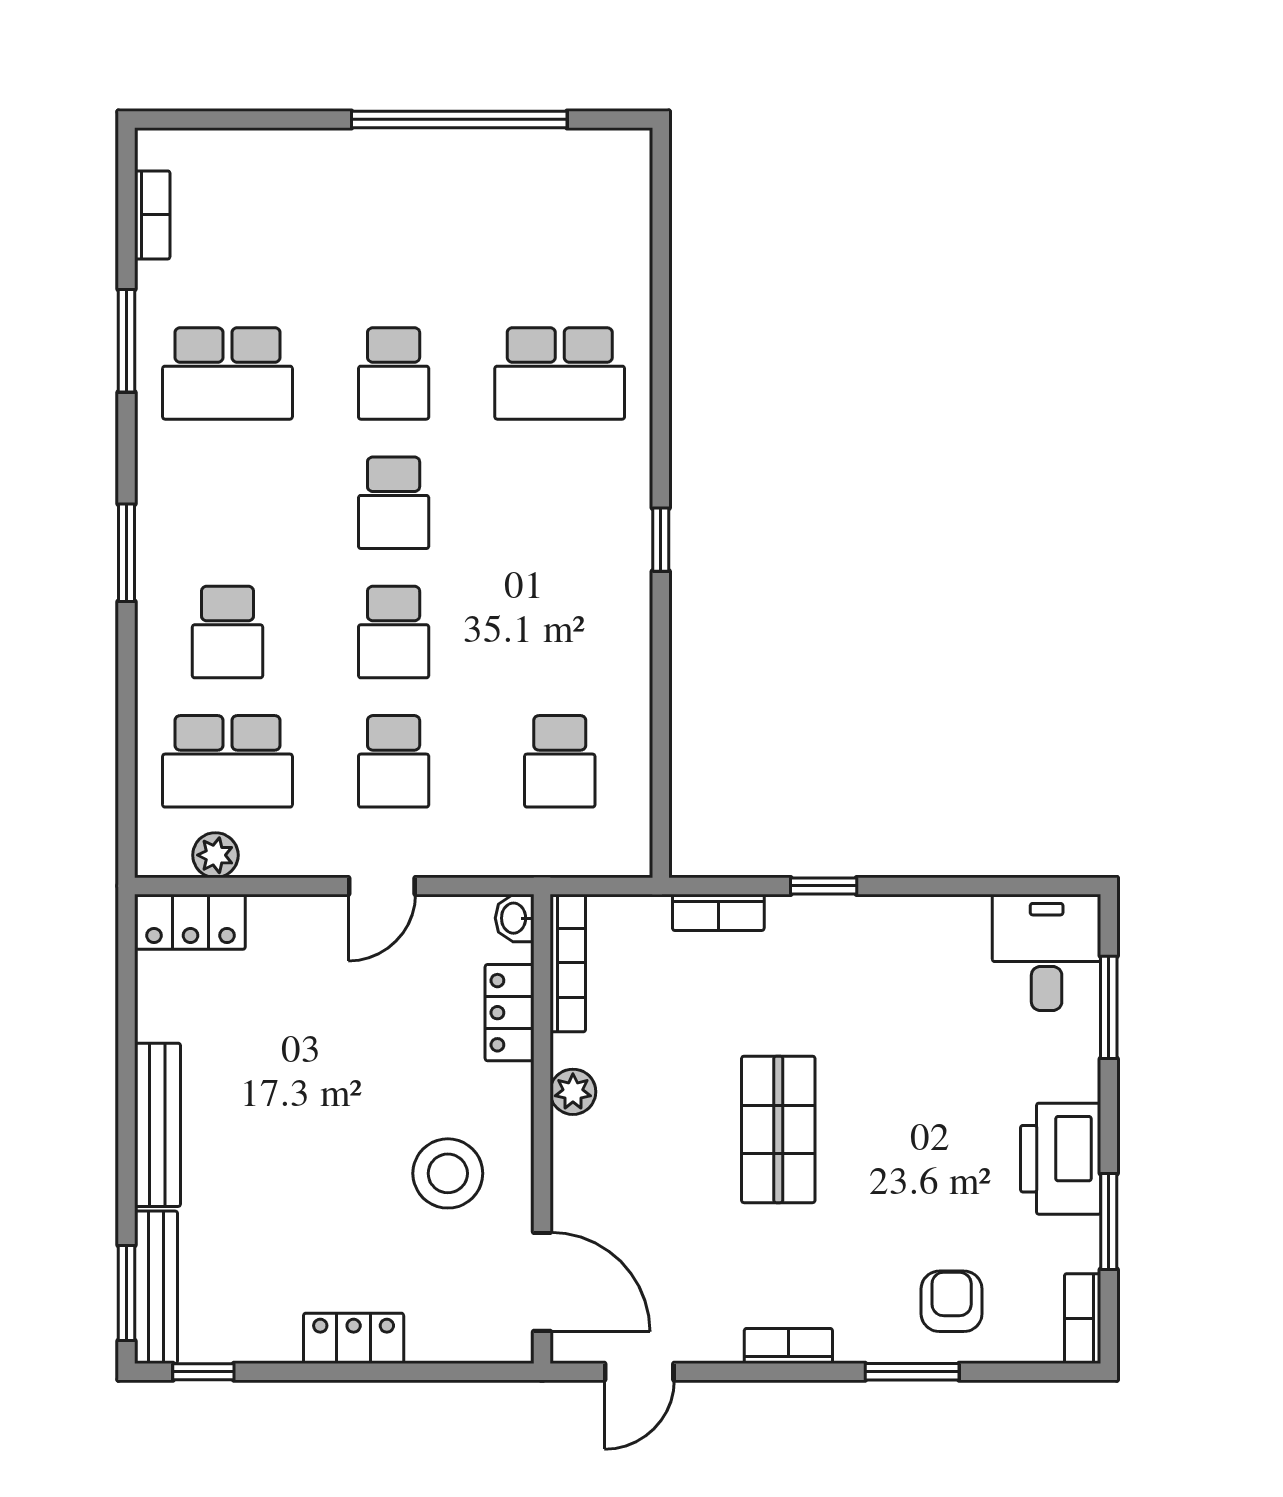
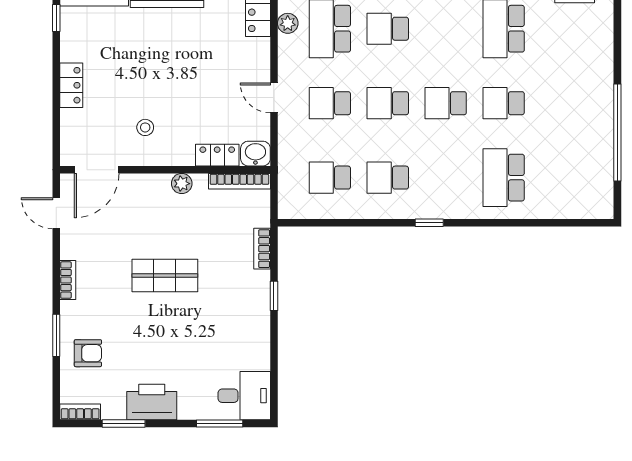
school desk: (560, 632) -> (388, 178), added
washbasin: (515, 918) -> (255, 154), width x1.38, depth x1.45
stool: (448, 1173) -> (145, 127), width x0.53, depth x0.53

